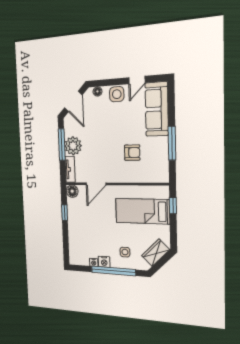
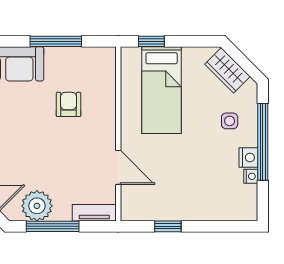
plant: (73, 146) -> (37, 206), moved
floor lamp: (72, 191) -> (131, 211), removed

